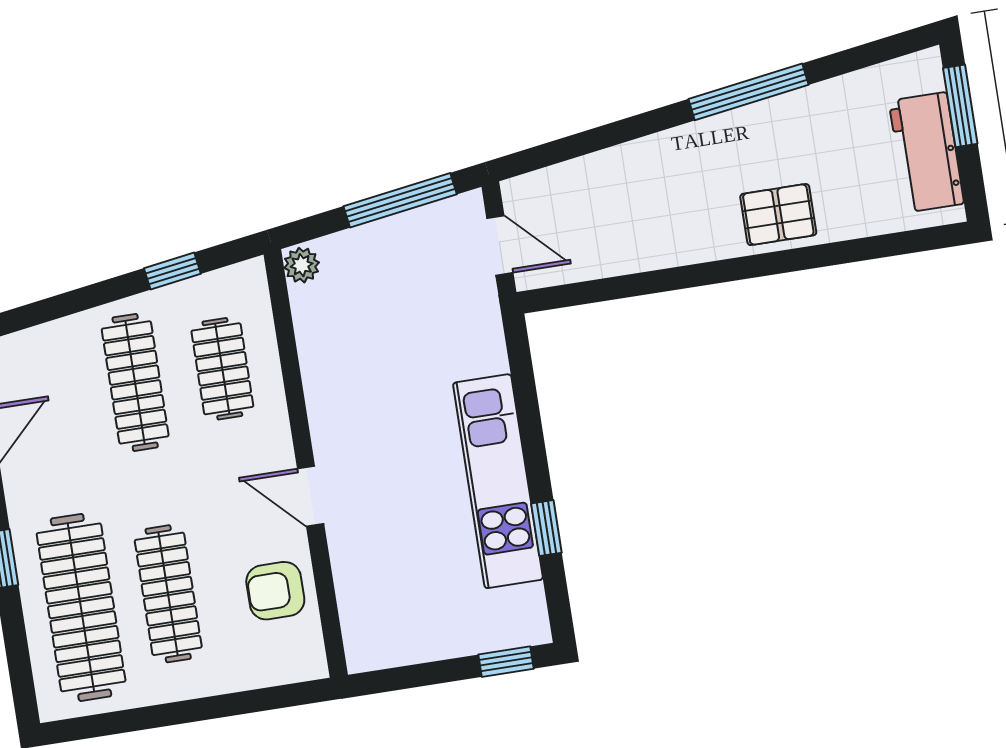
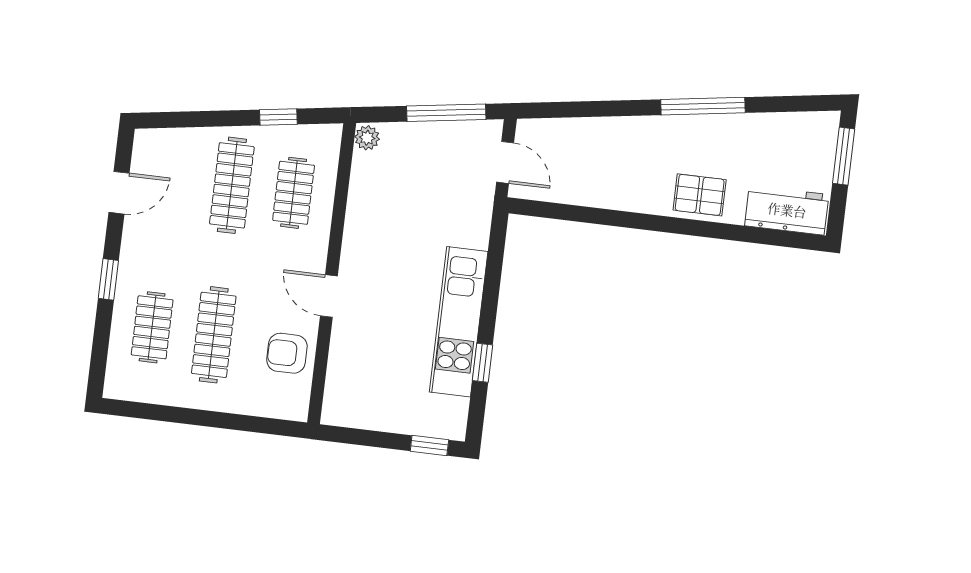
workbench: (926, 152) -> (787, 210), moved, turned 90
clothes rail: (81, 607) -> (152, 327), width x0.54, depth x0.76

